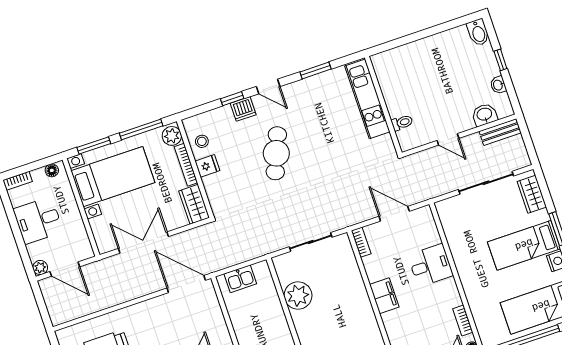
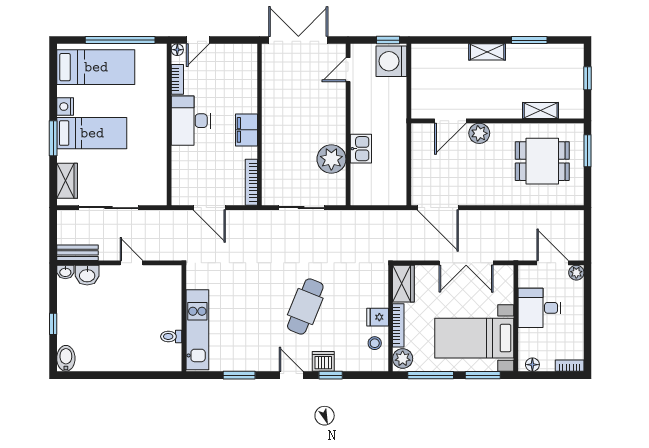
washbasin: (498, 85) -> (65, 272), moved, turned 90
toilet: (402, 123) -> (171, 336), moved
desk: (38, 220) -> (539, 308), moved, turned 180
bookcase: (361, 242) -> (251, 182), width x1.56
desk: (430, 265) -> (191, 121), moved, width x1.37
kitchen sink: (240, 279) -> (361, 149), moved, turned 90

